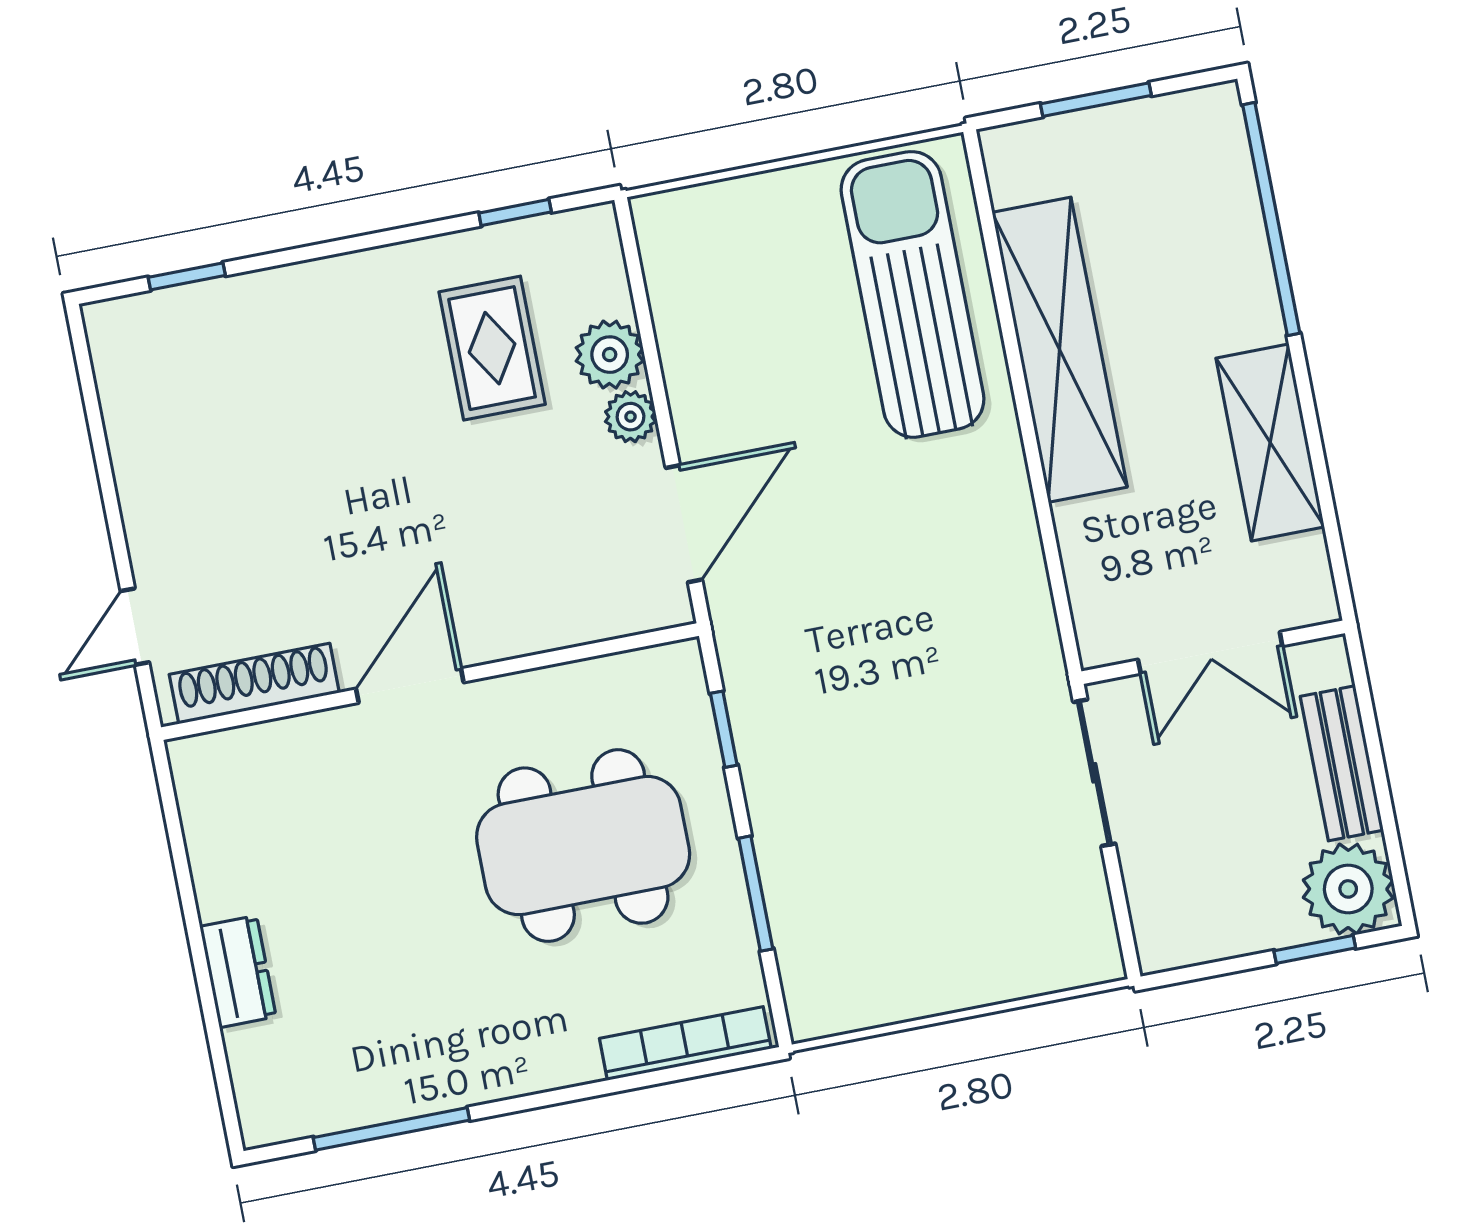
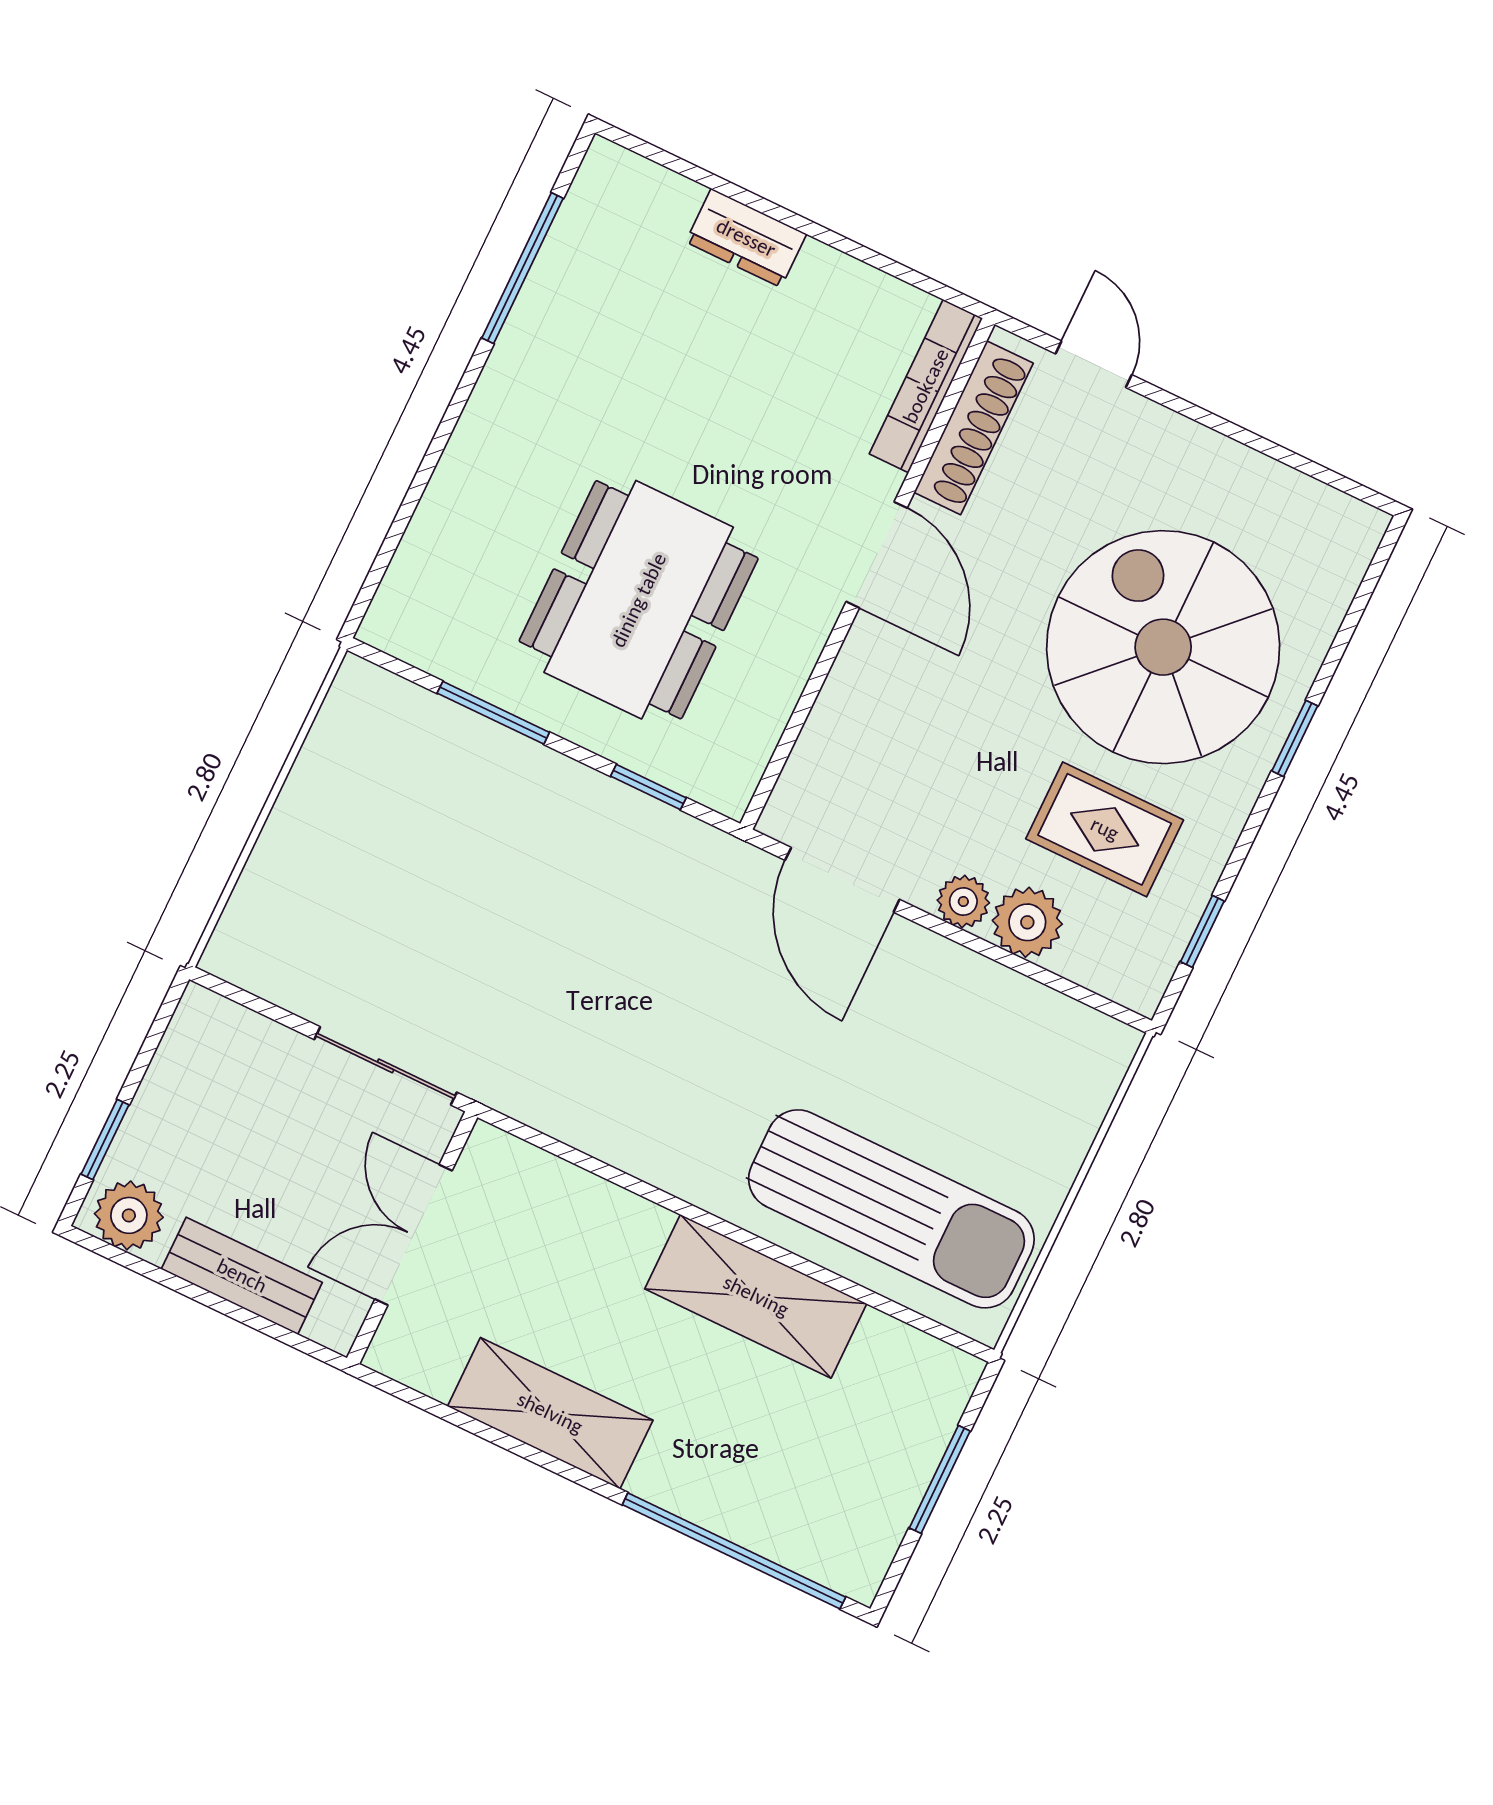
window: (187, 276) -> (1295, 738), moved
shelving: (1060, 350) -> (756, 1296), width x0.68
spiral stairs: (316, 408) -> (1163, 647), added
plant: (1348, 889) -> (129, 1215), width x0.73, depth x0.73
bookcase: (685, 1043) -> (926, 386), moved, turned 180

